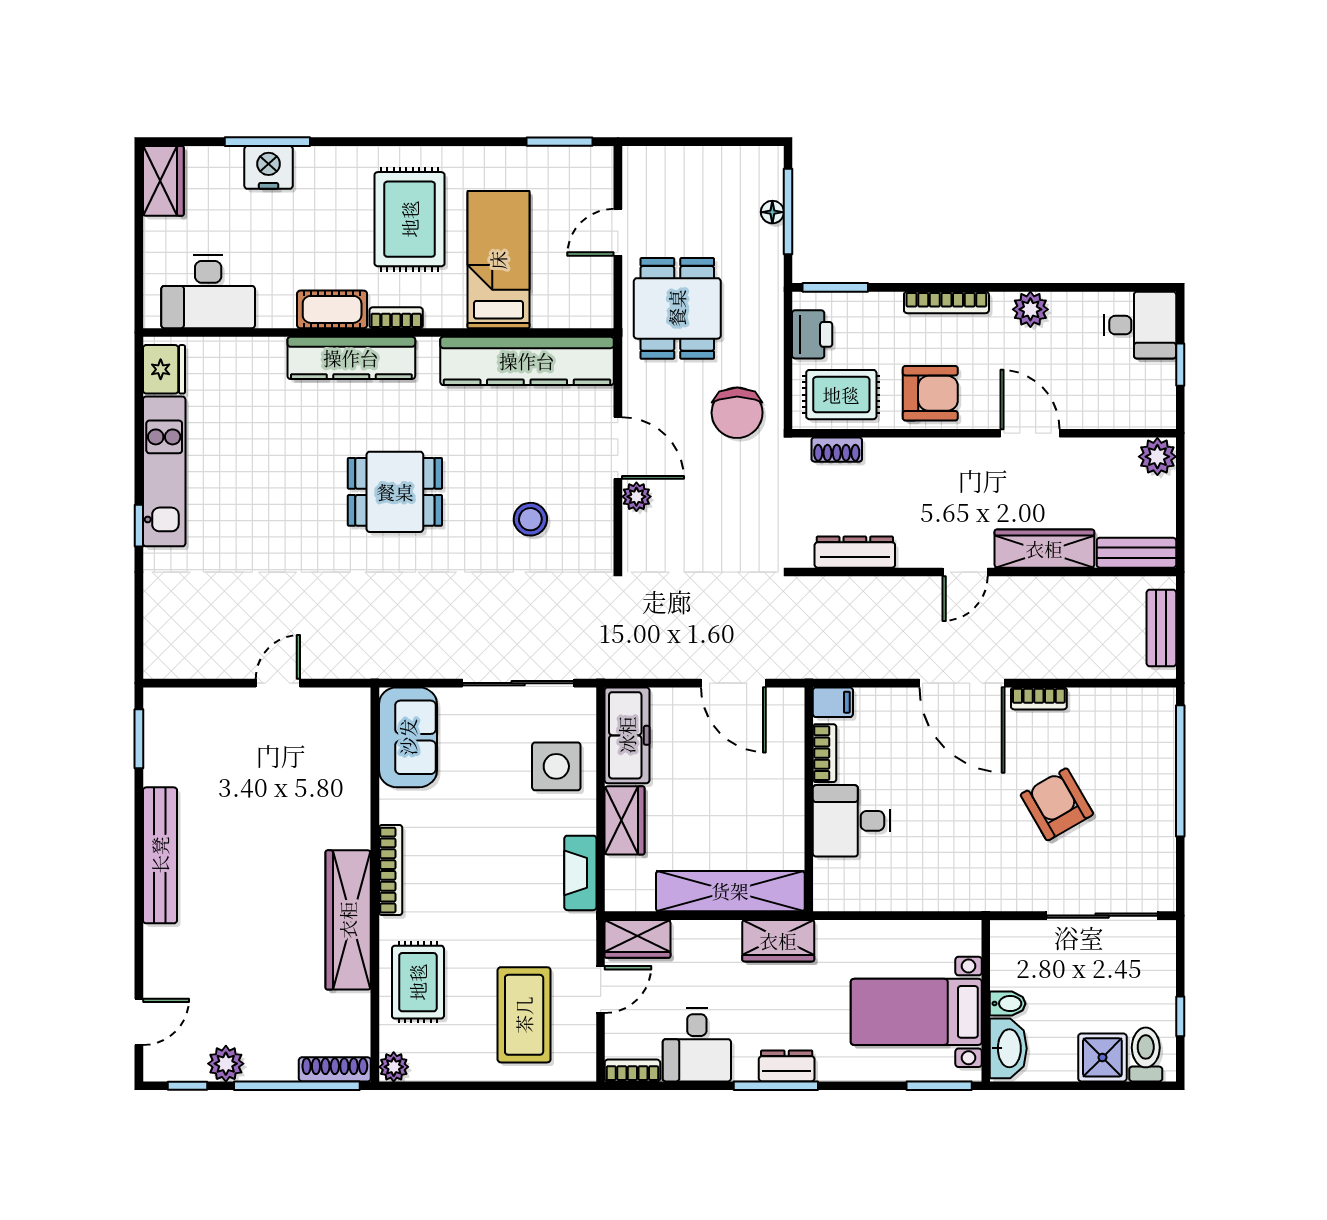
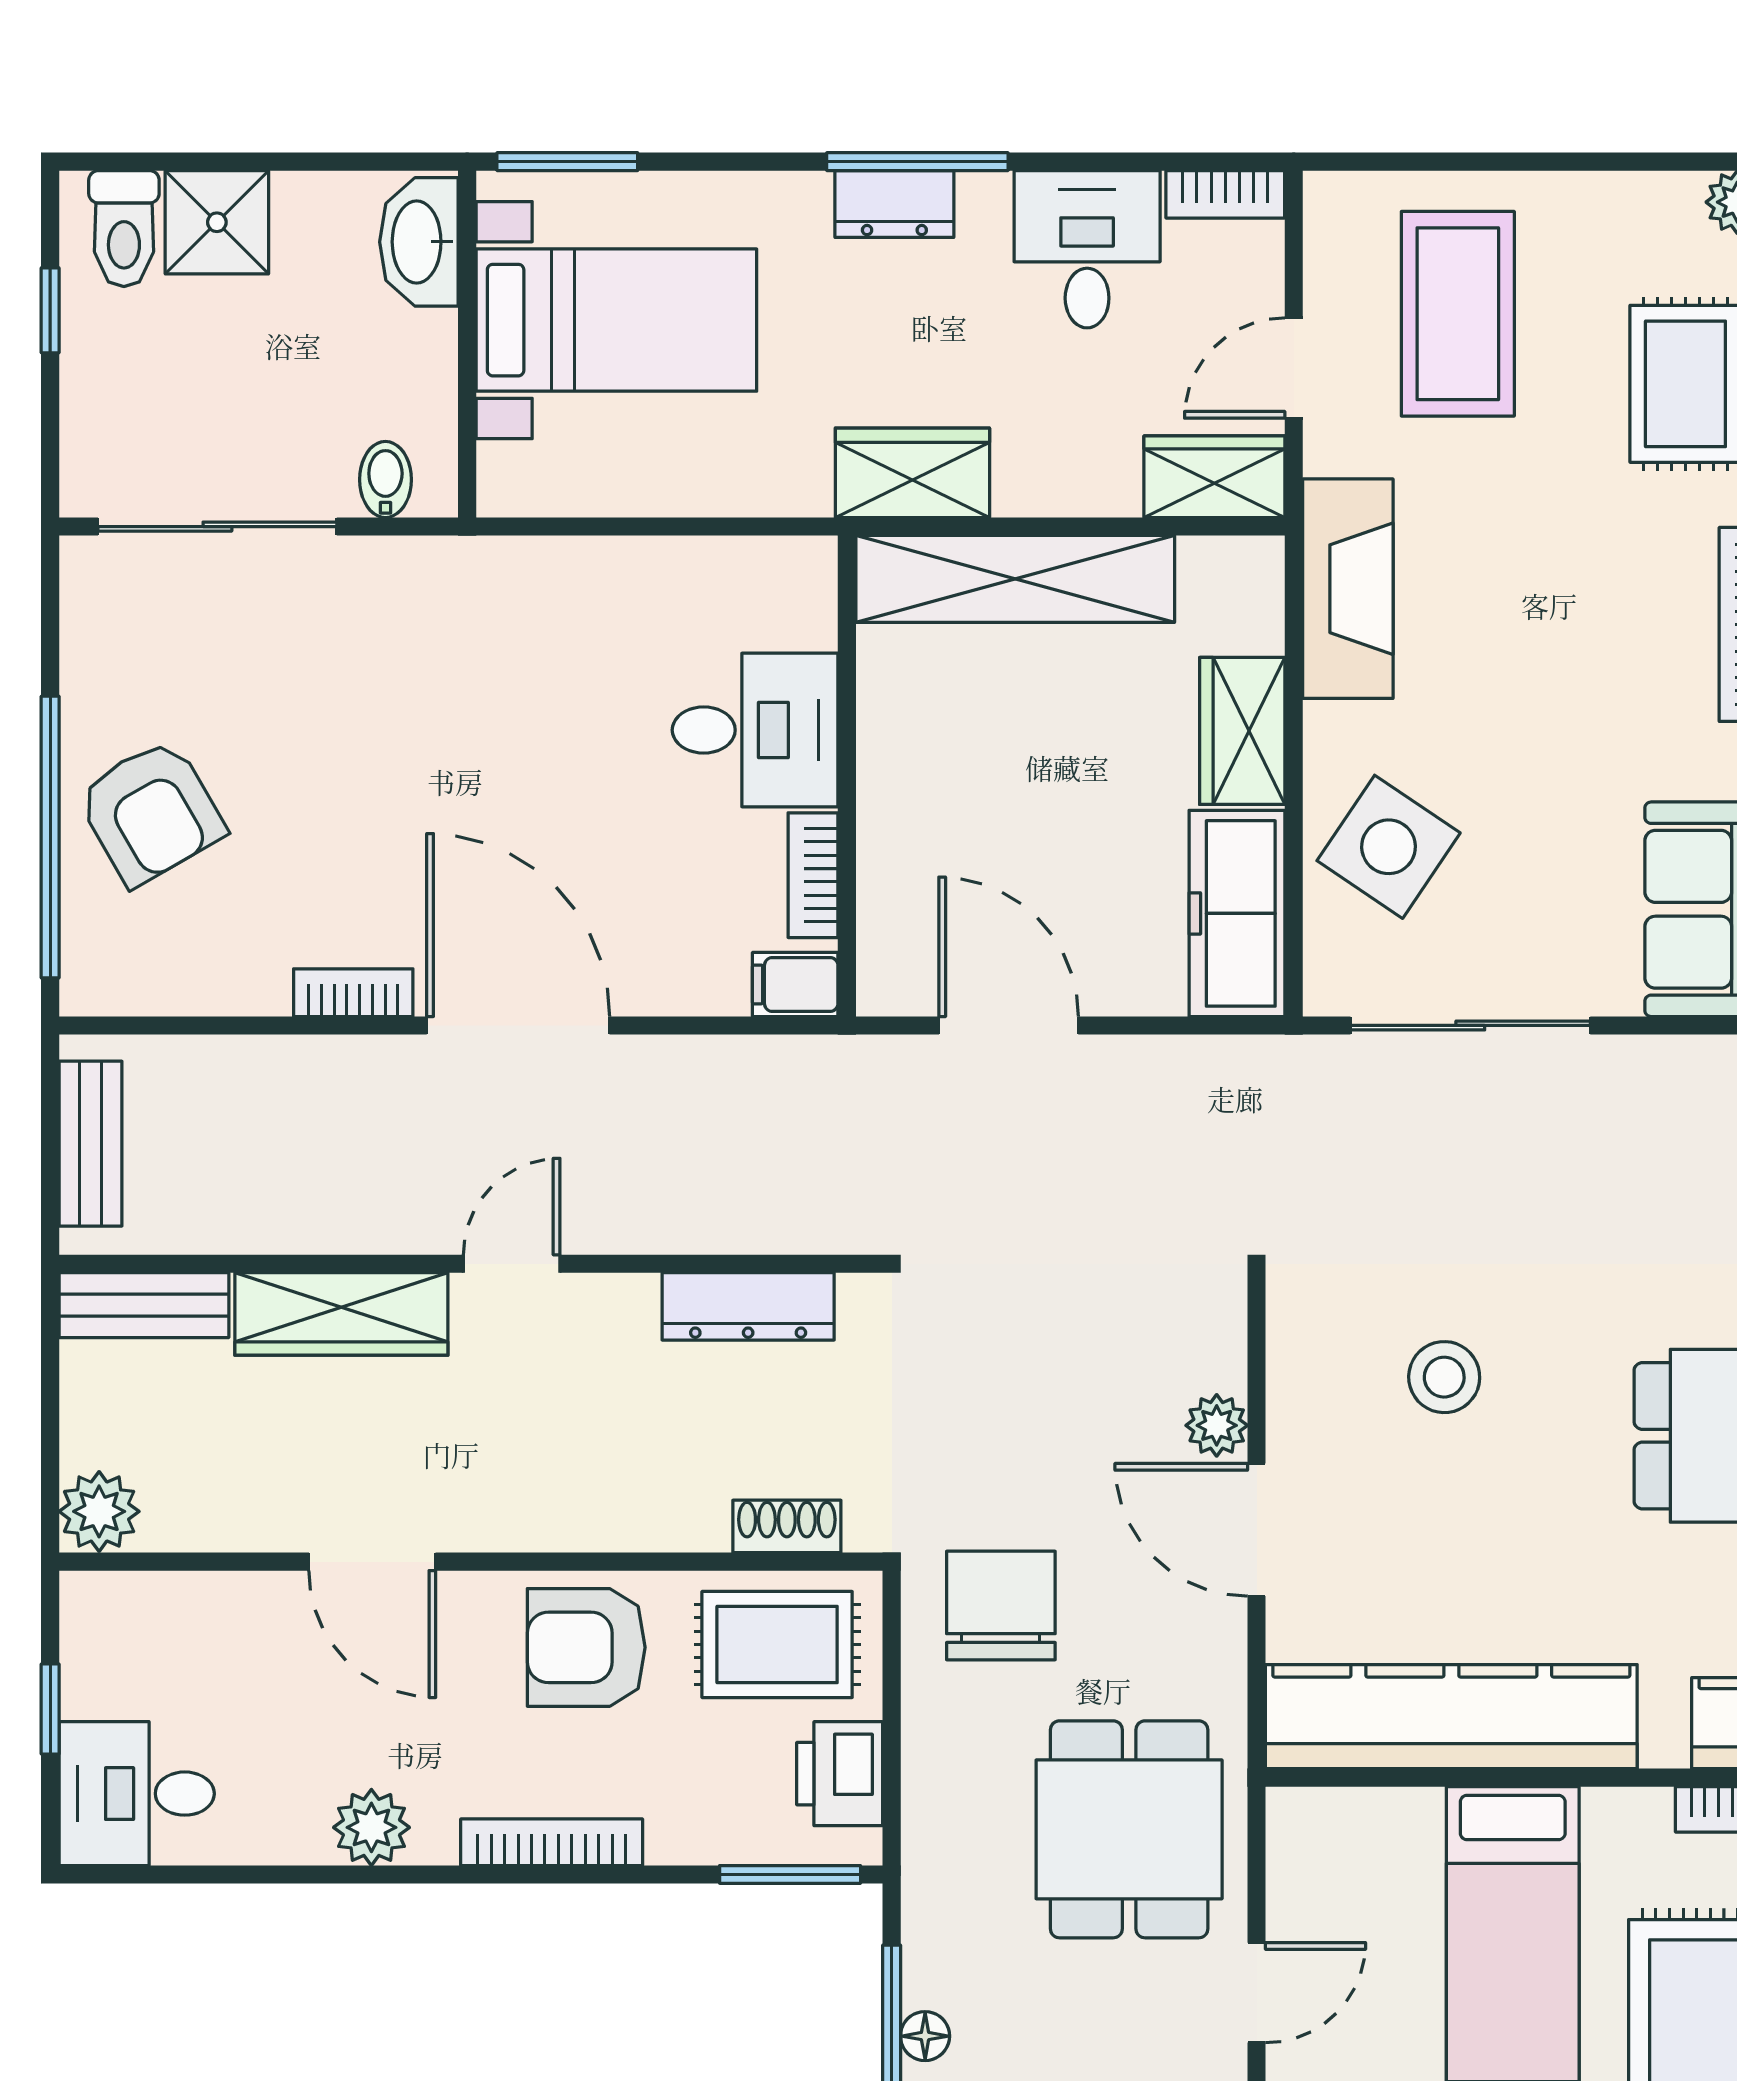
side table: (556, 766) -> (1389, 847), turned 34
armchair: (1057, 804) -> (151, 812), moved
fireplace: (580, 873) -> (1348, 589), width x1.37, depth x1.32
bidet: (1008, 1004) -> (385, 480), moved, turned 90

